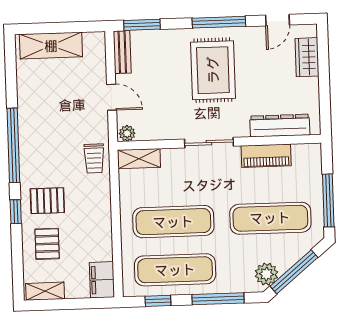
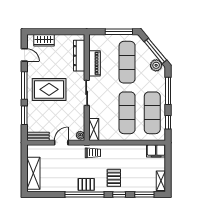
window: (142, 25) -> (24, 115), moved
pallet: (47, 244) -> (86, 184), moved
window: (17, 260) -> (144, 195), added

